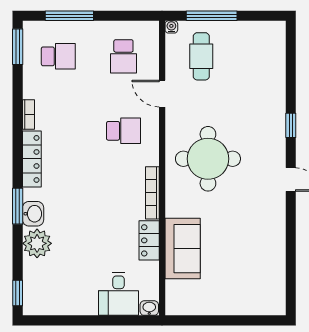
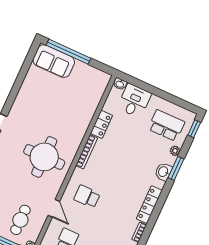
window: (18, 206) -> (176, 168), moved
plant: (37, 243) -> (175, 151), width x0.53, depth x0.53
sofa: (183, 249) -> (54, 61), moved, turned -90
school desk: (58, 280) -> (166, 125), added
window: (241, 320) -> (69, 52), added

